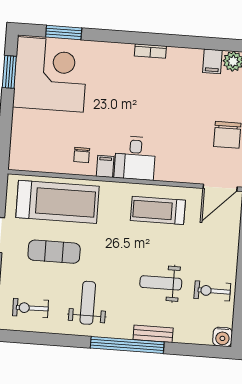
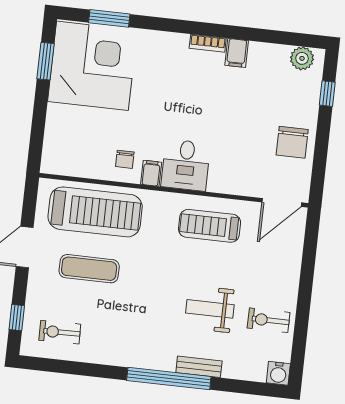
filing cabinet: (212, 61) -> (237, 53), moved
weight bench: (88, 303) -> (126, 329), removed

